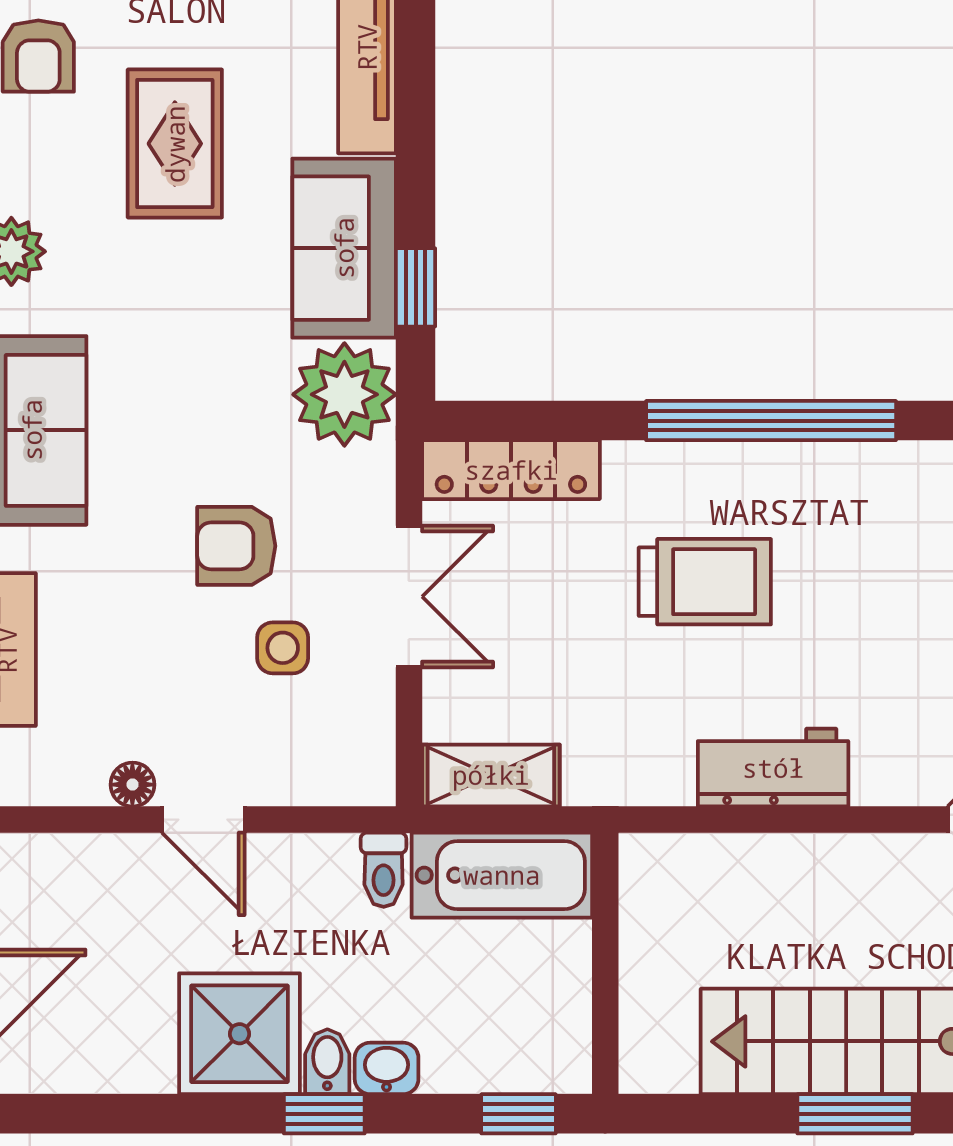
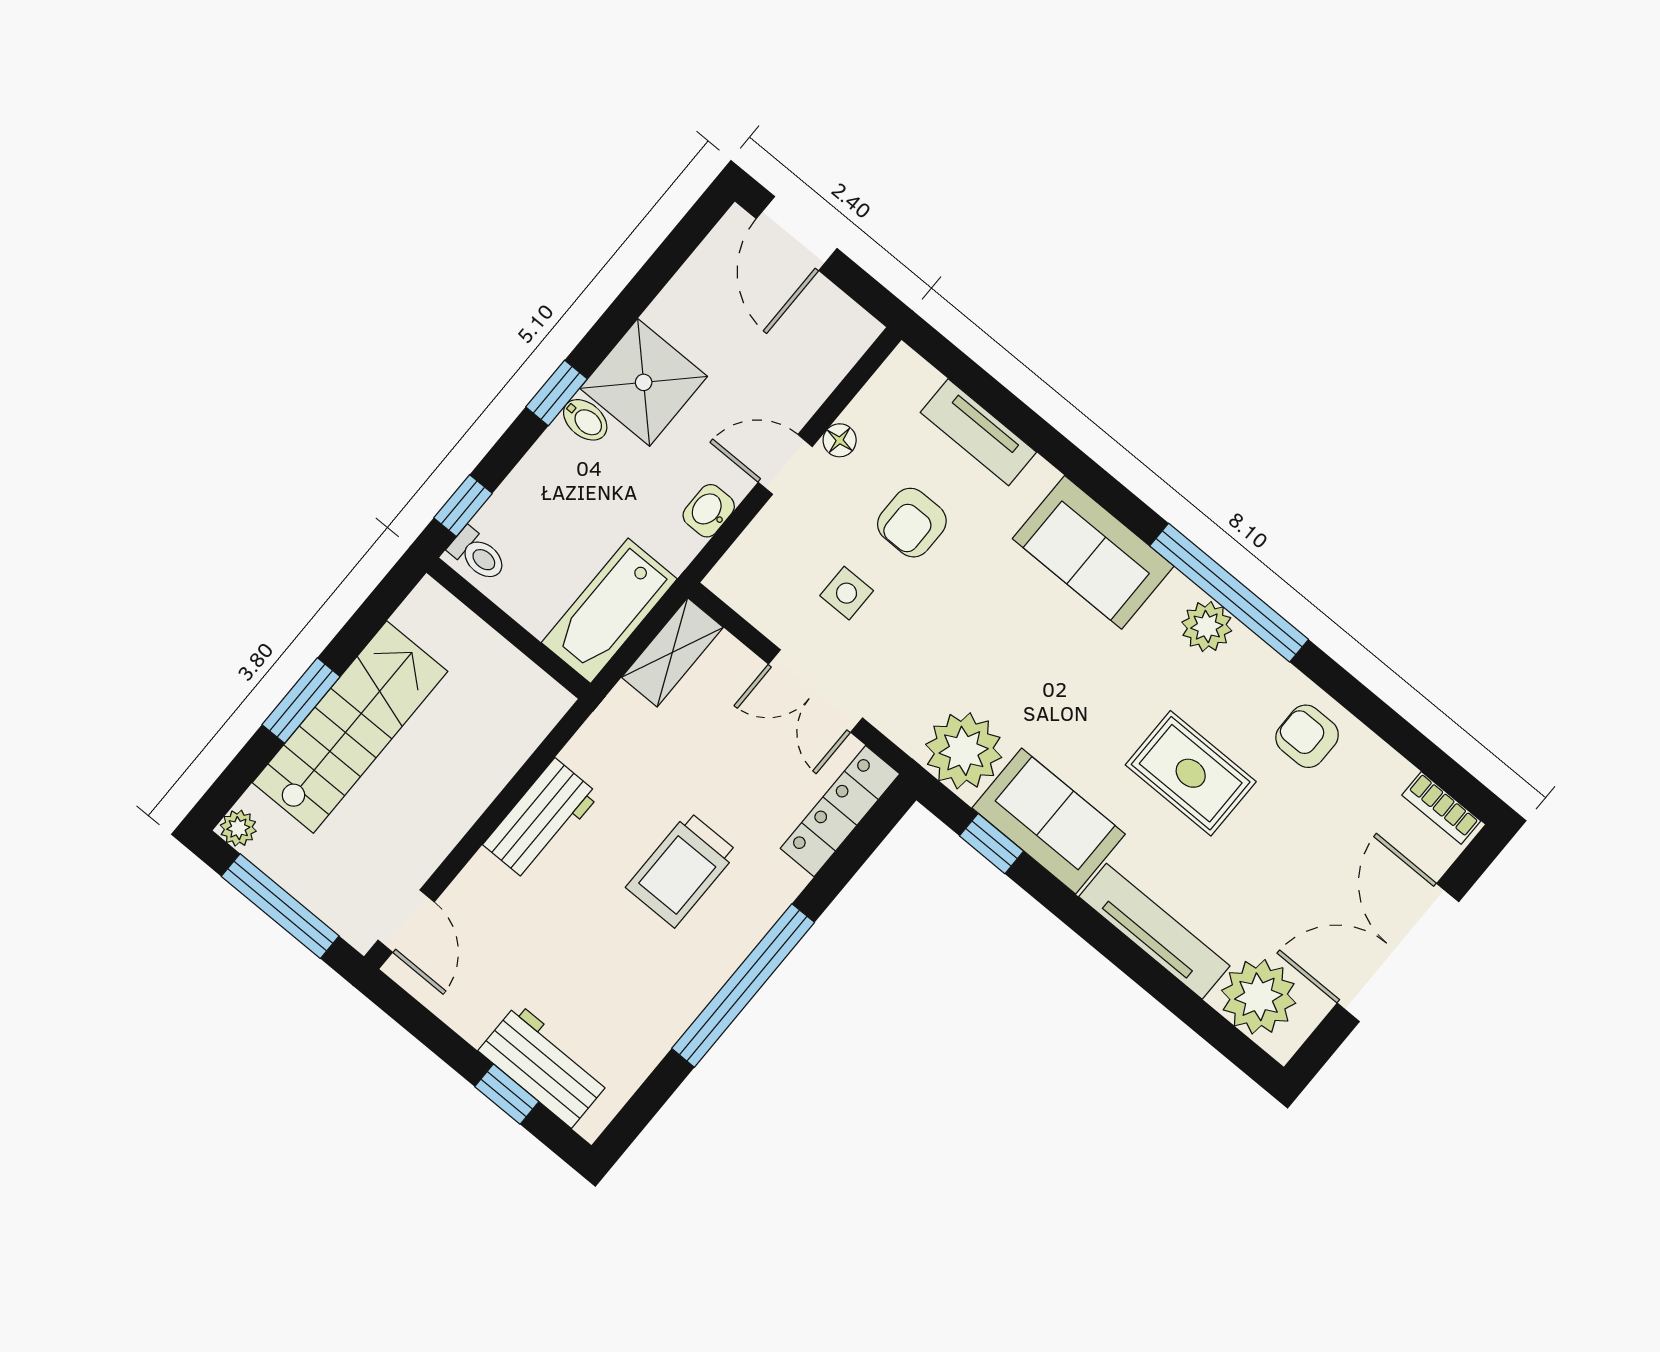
armchair: (236, 546) -> (912, 523), moved, turned 180
toilet: (384, 870) -> (478, 555), moved, turned 180
washbasin: (387, 1068) -> (709, 511), moved, turned 180

